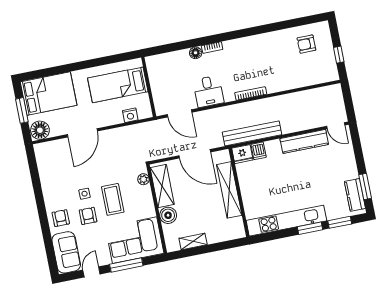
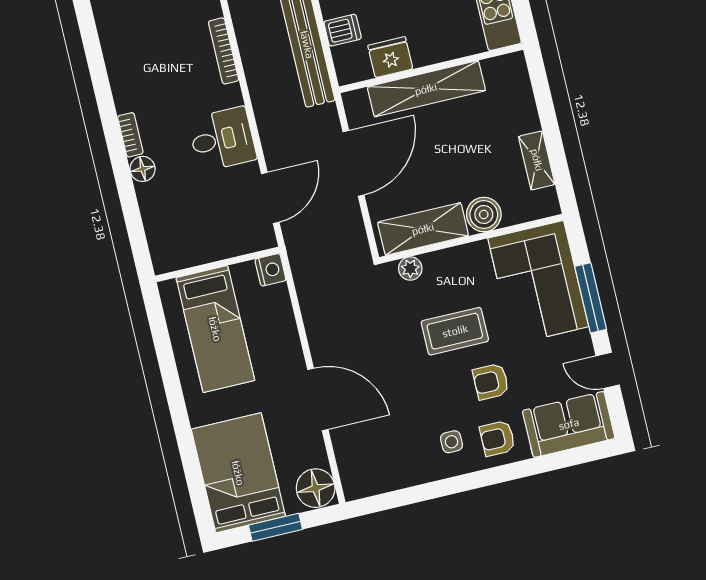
nightstand: (130, 115) -> (270, 270), moved
fridge: (242, 154) -> (390, 57), moved, turned -90
side table: (85, 194) -> (452, 442), moved

